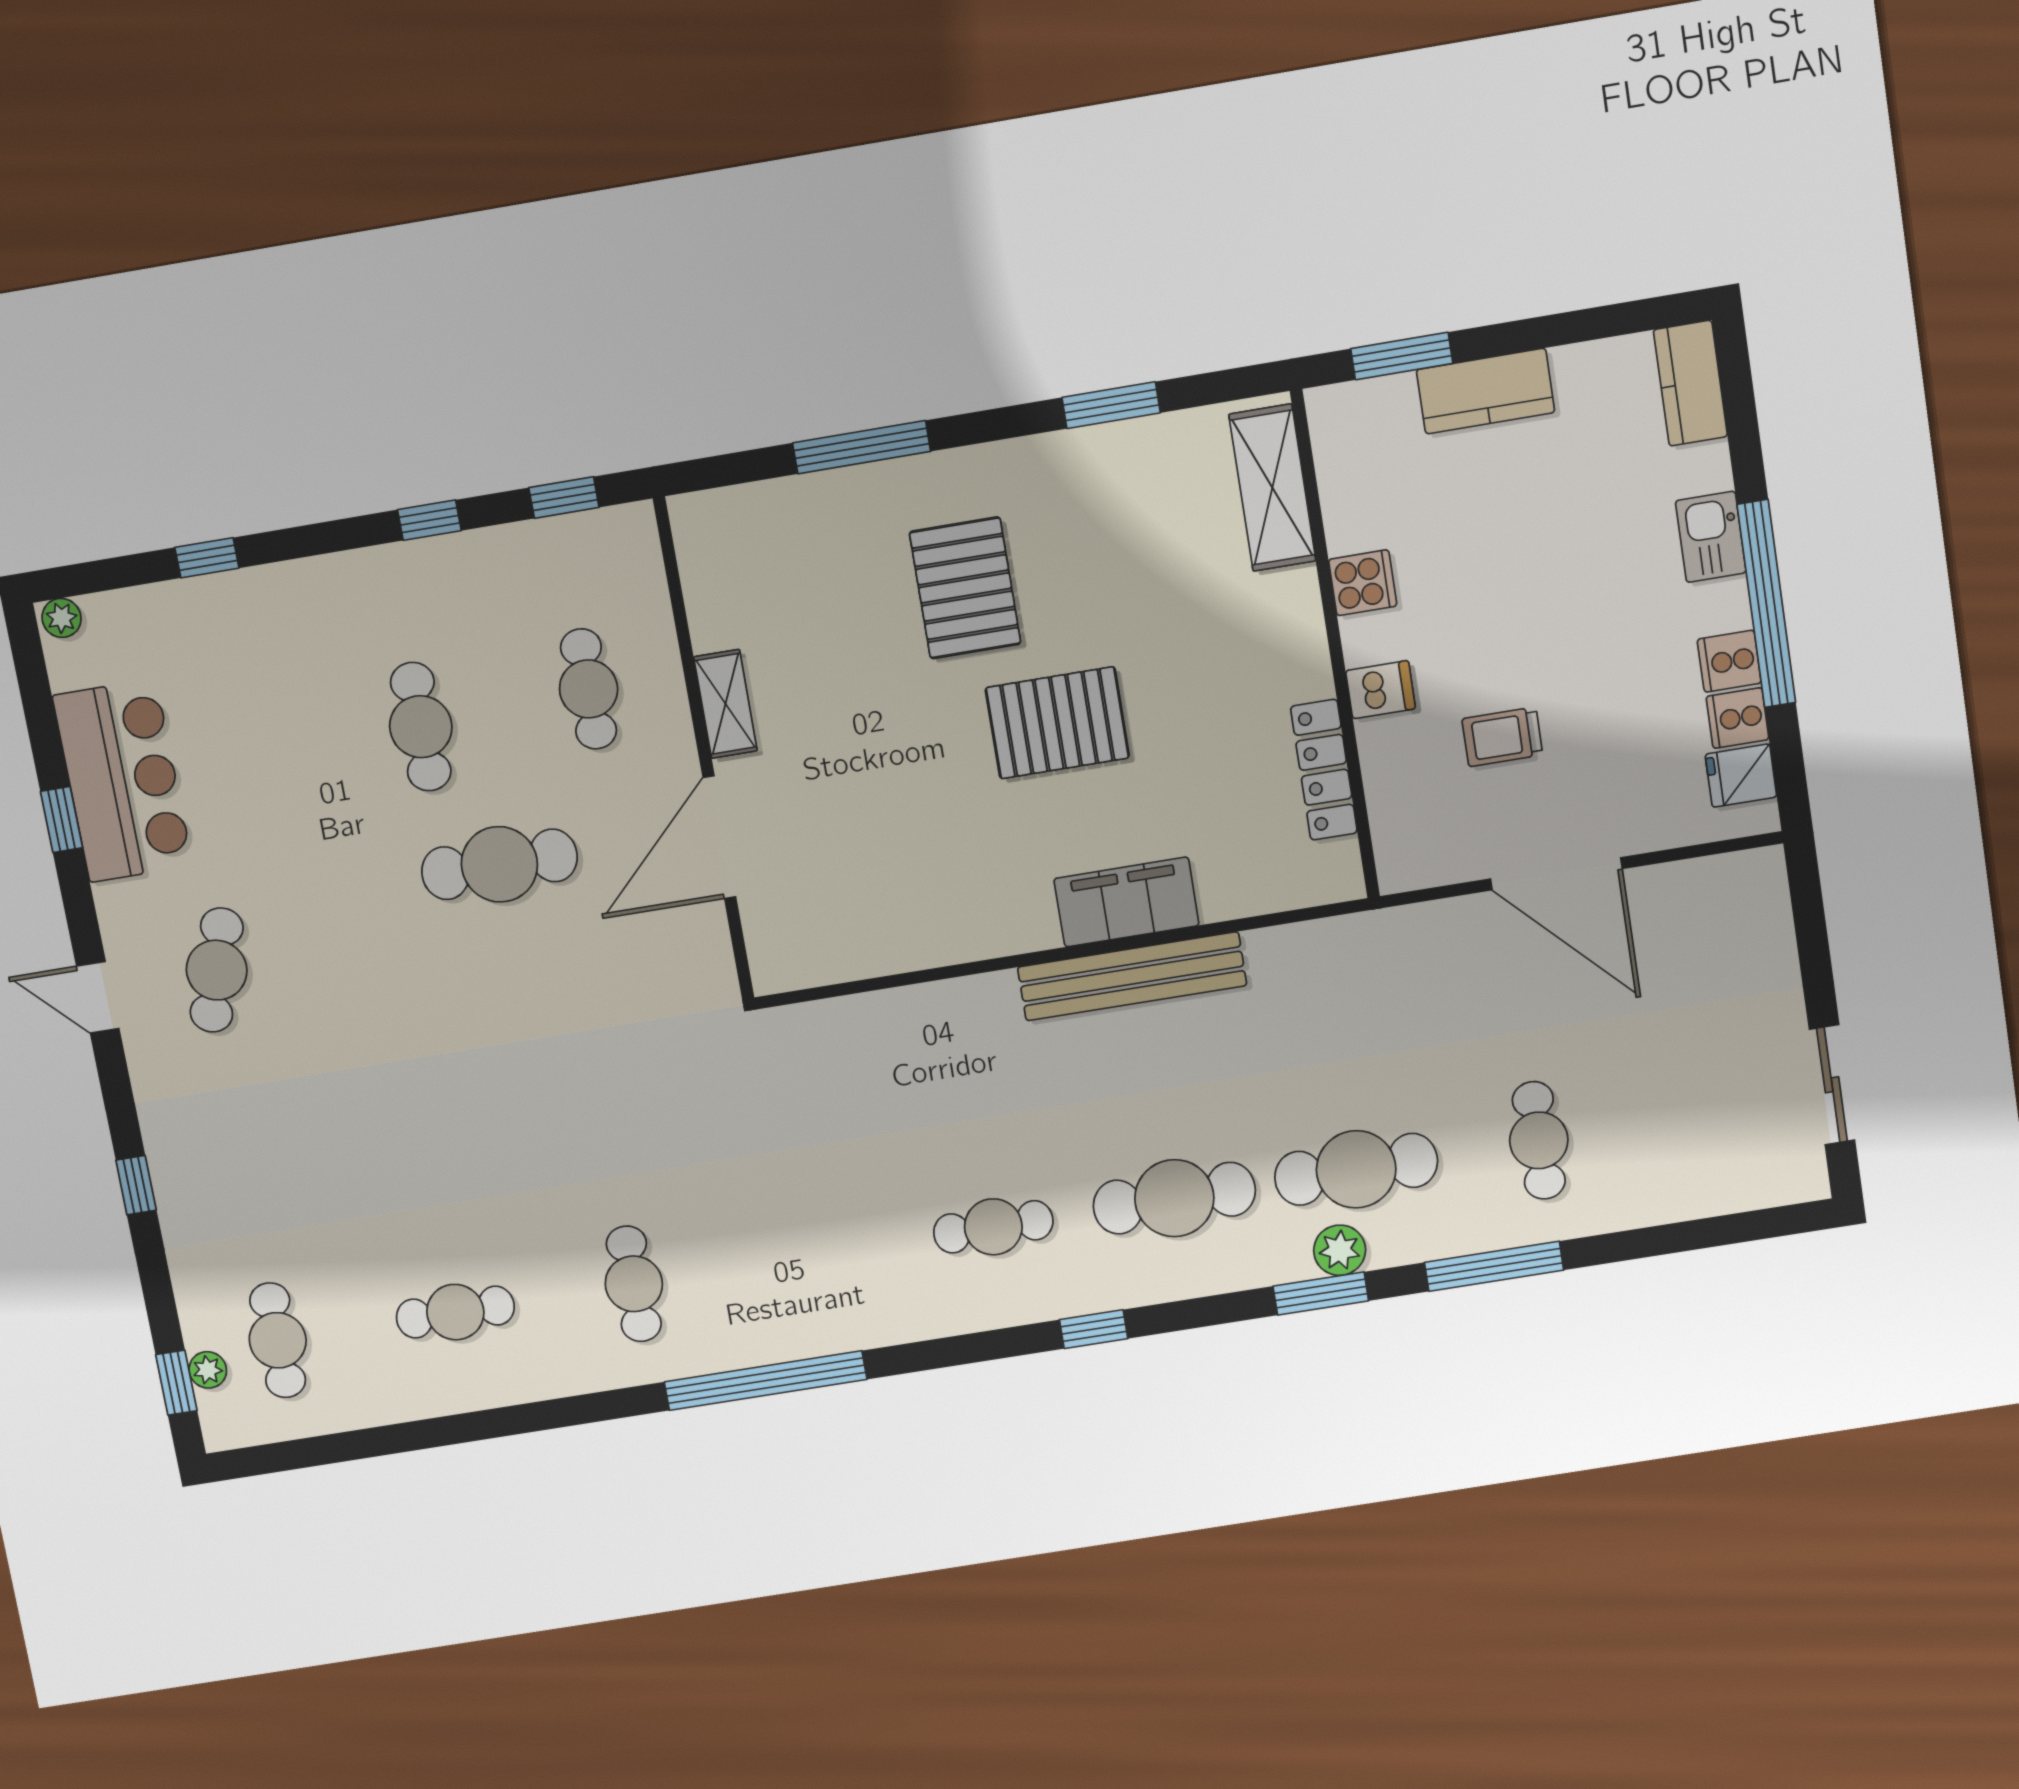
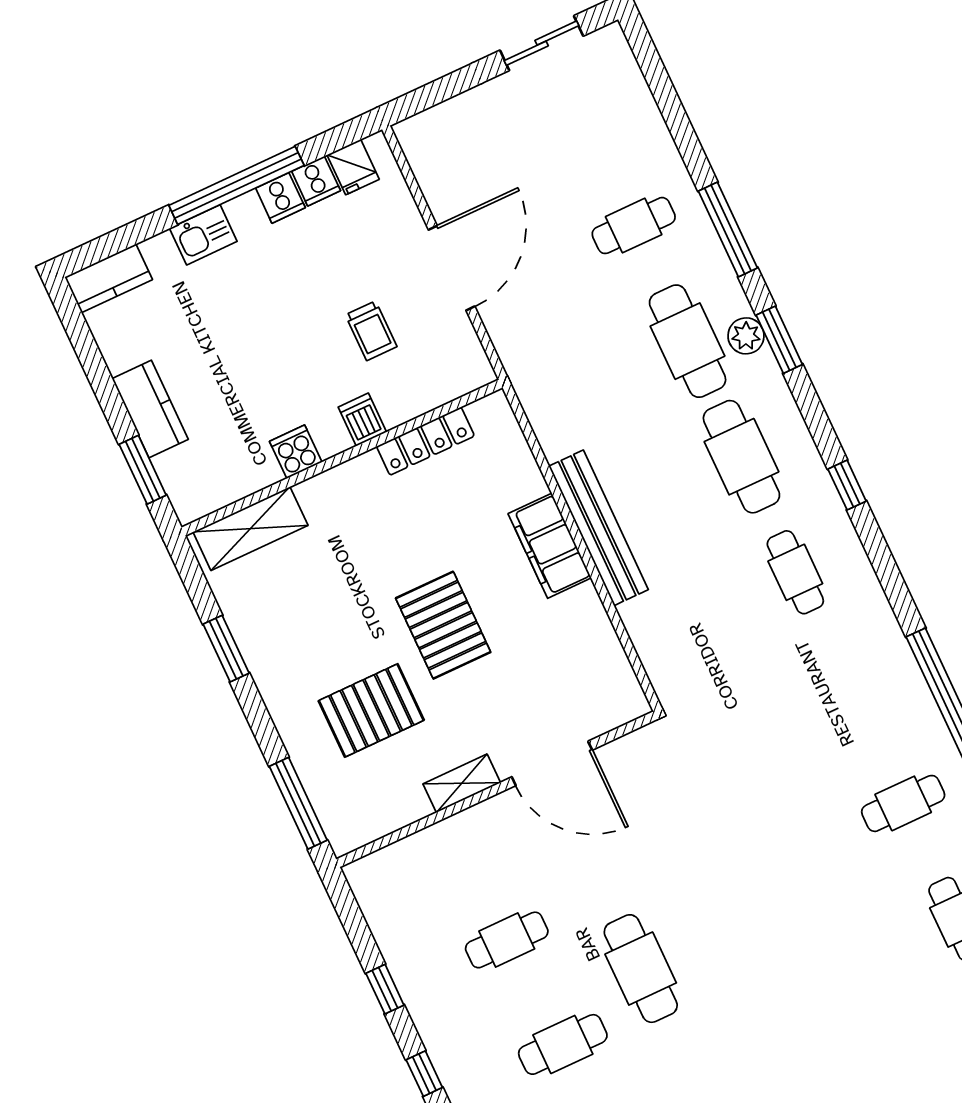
shelving: (725, 704) -> (462, 783), moved
wall: (704, 750) -> (497, 789), moved
door: (719, 837) -> (552, 763), moved

